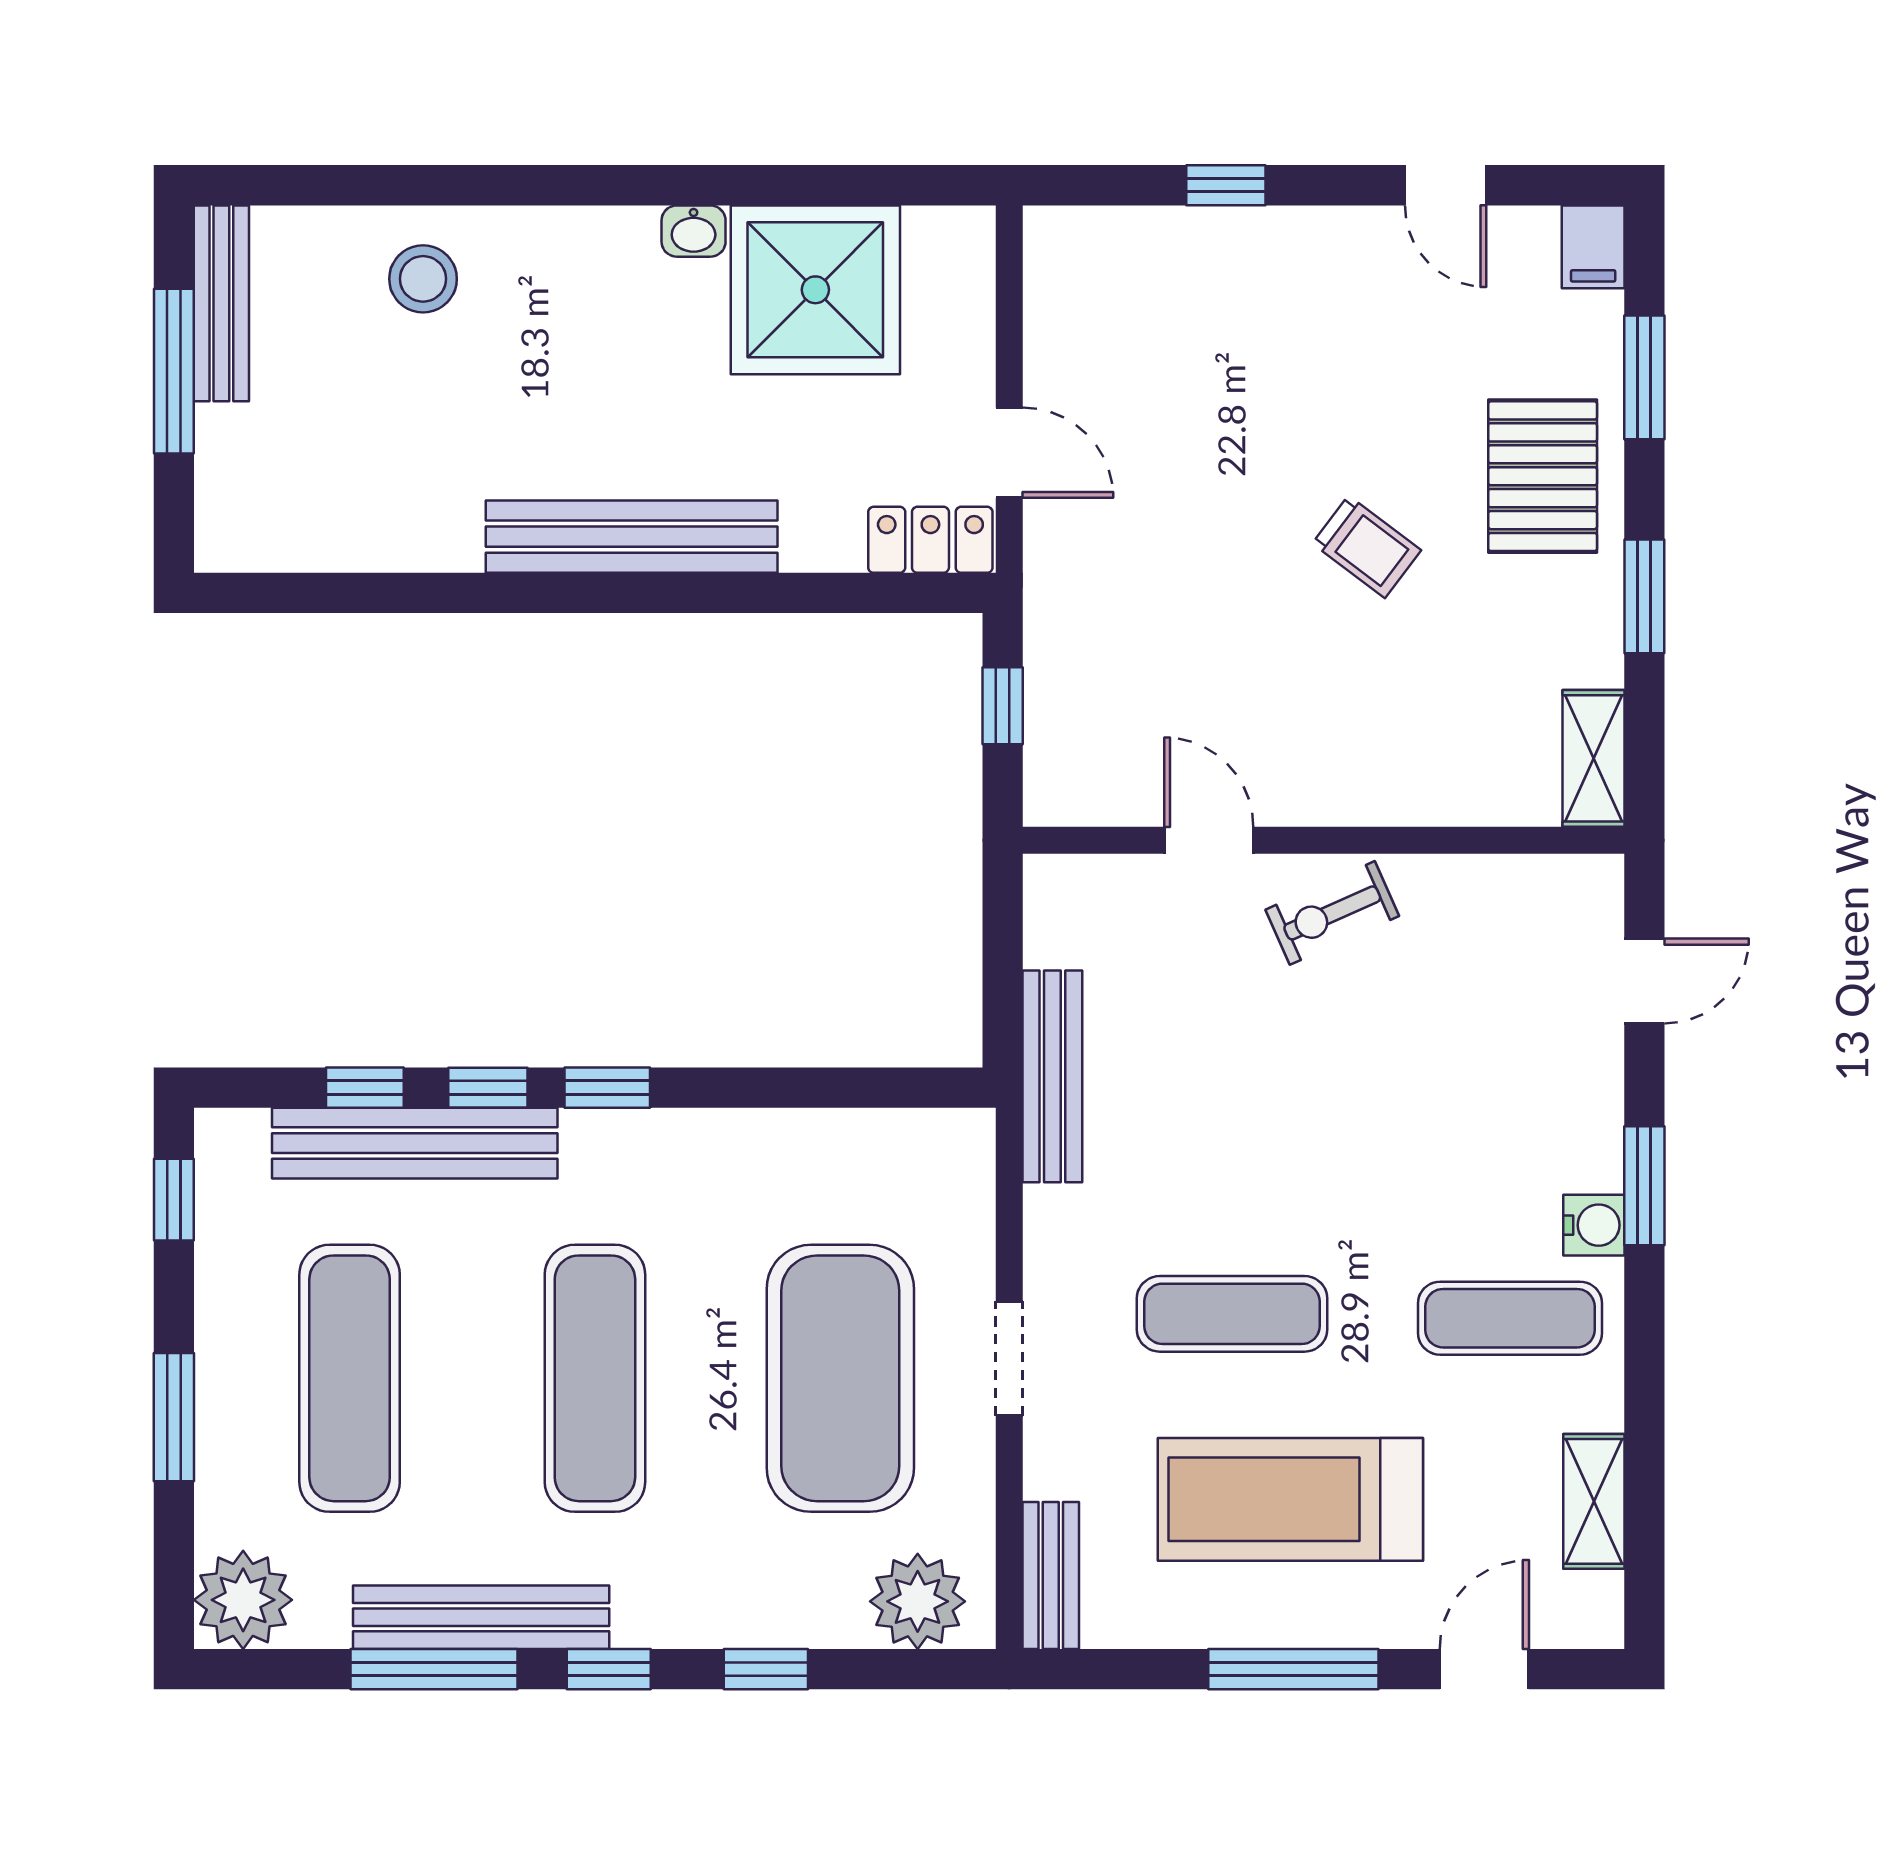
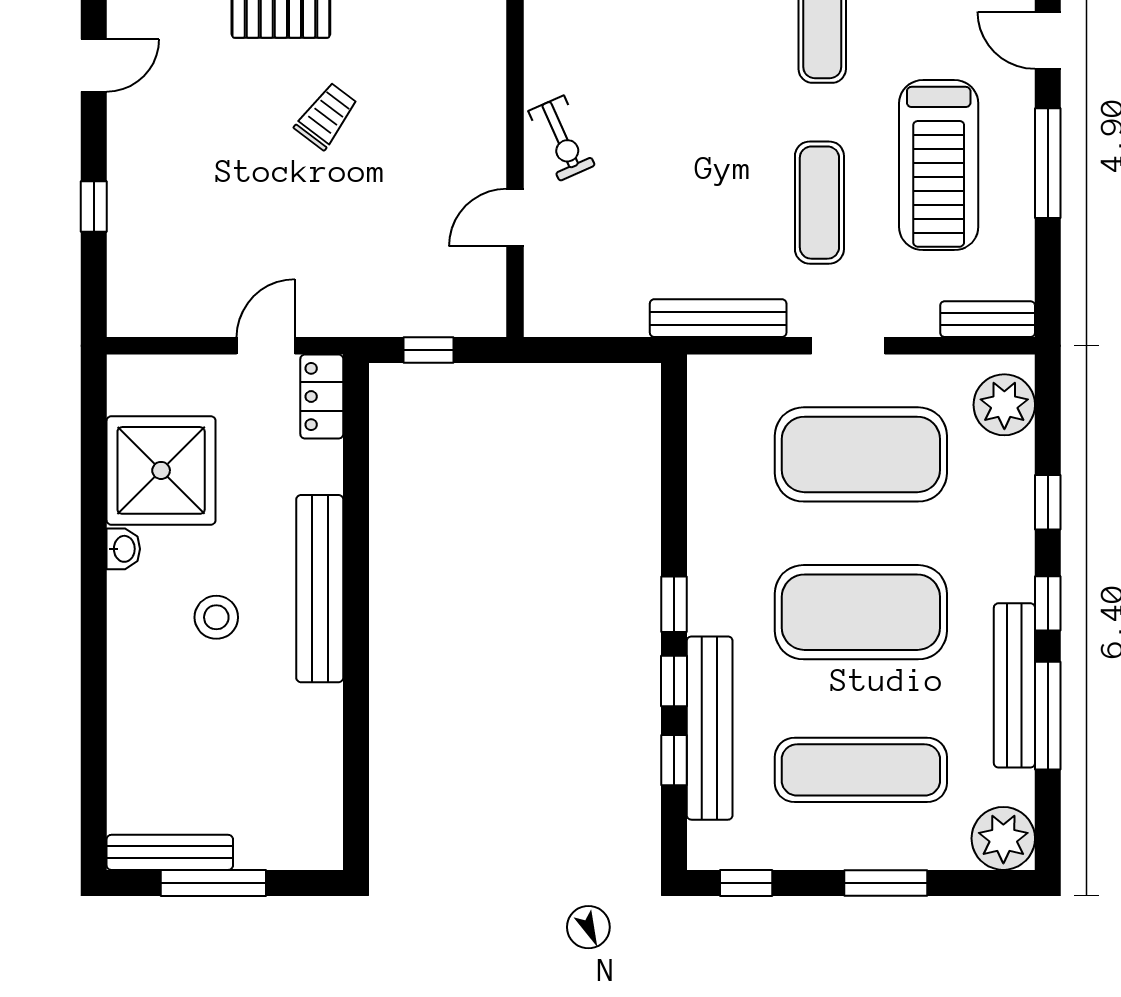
stool: (423, 279) -> (216, 617), moved
bench: (1052, 1076) -> (718, 318), moved
exercise mat: (595, 1378) -> (861, 612), width x1.47

